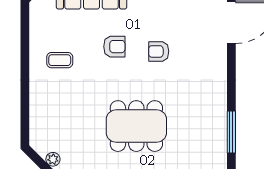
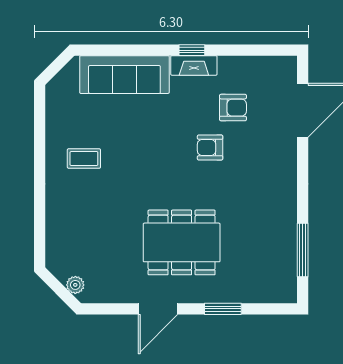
armchair: (114, 47) -> (233, 108), moved

